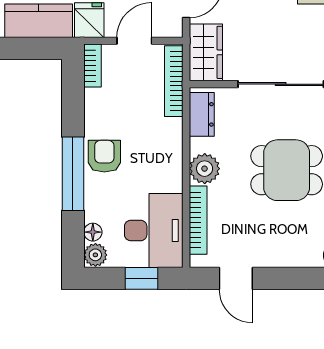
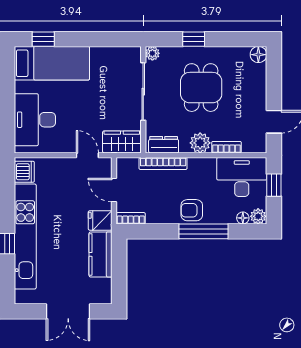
bookcase: (174, 81) -> (163, 164), moved
bookcase: (198, 220) -> (226, 147), width x0.64

